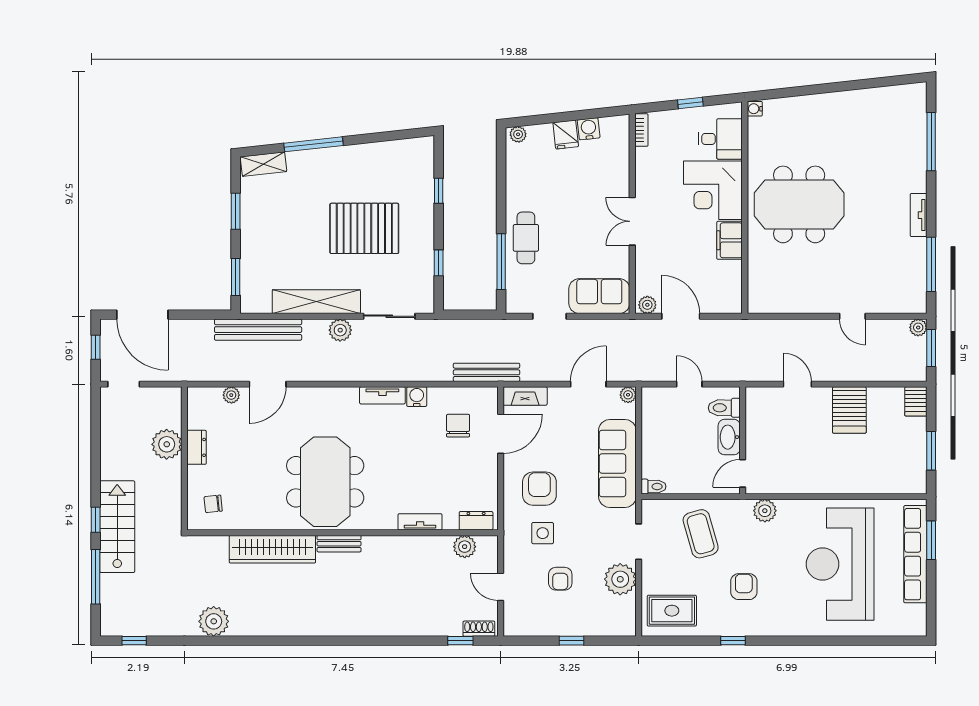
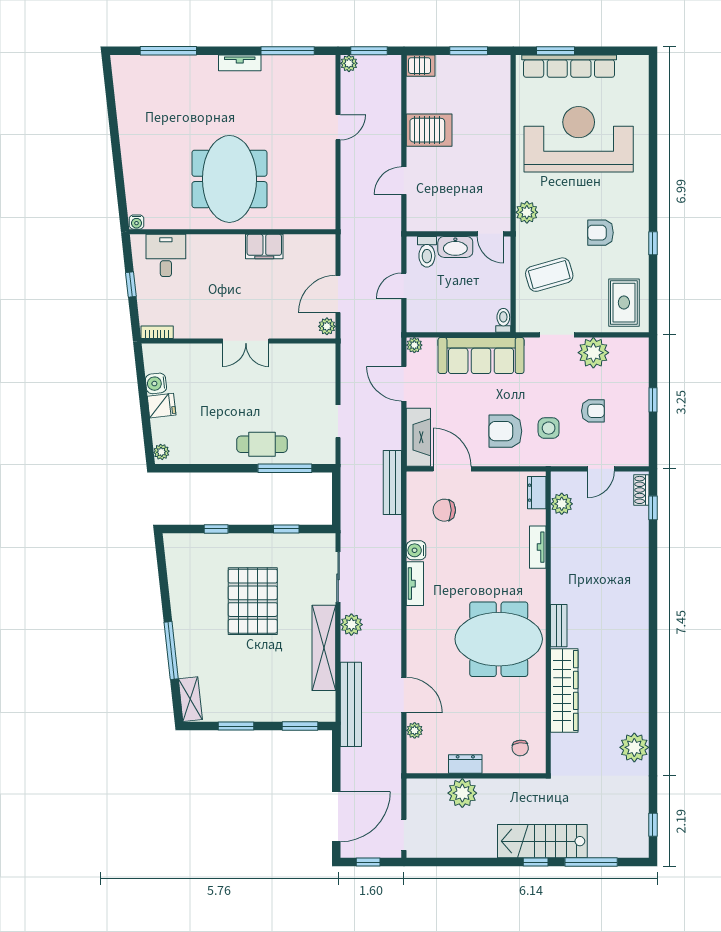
corner desk: (713, 190) -> (216, 263), removed
sofa: (599, 296) -> (318, 373), removed
fireplace: (525, 396) -> (418, 437), width x1.37, depth x1.32
reception desk: (840, 564) -> (579, 139), turned 180

